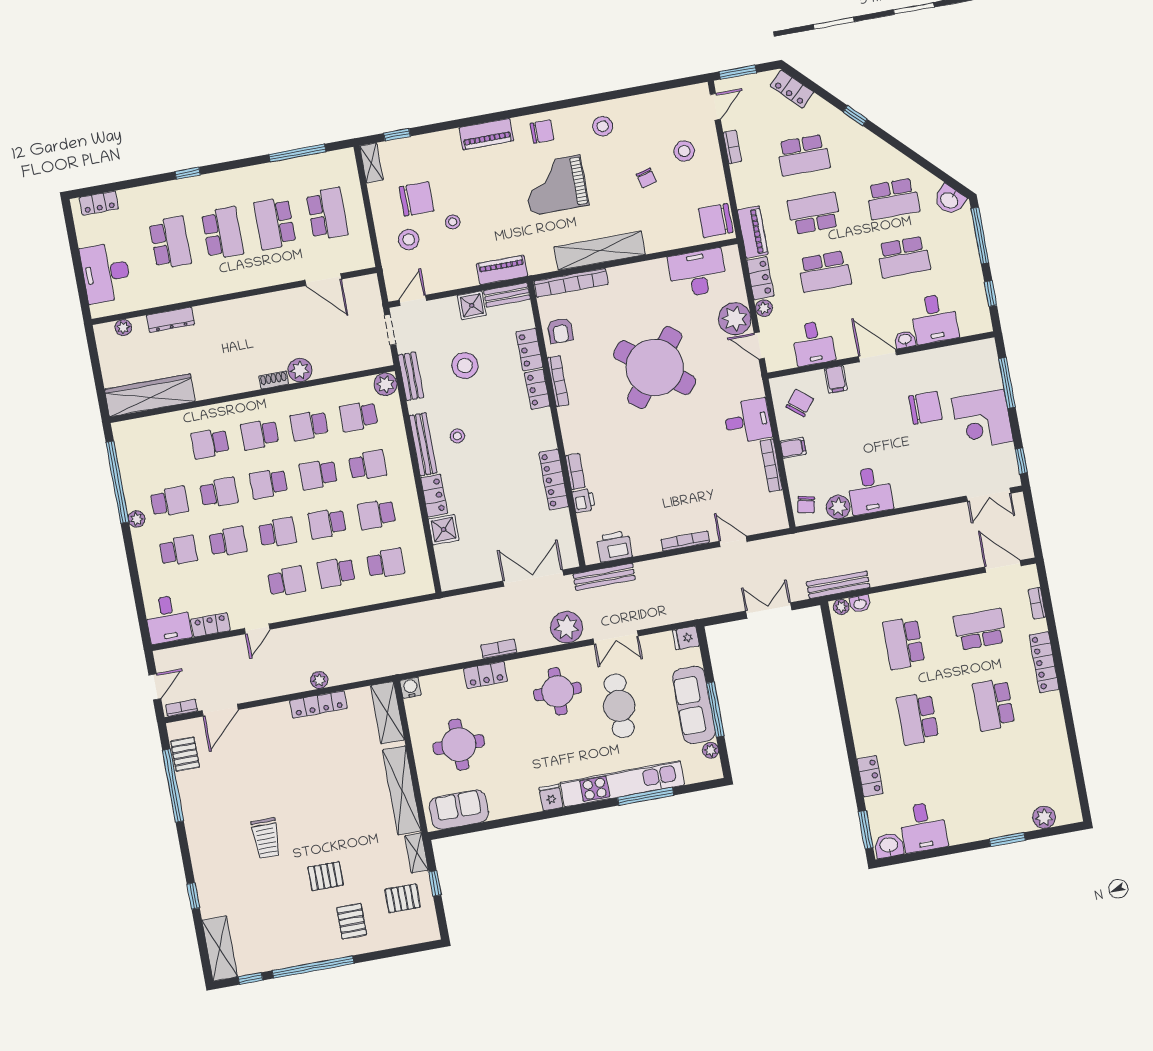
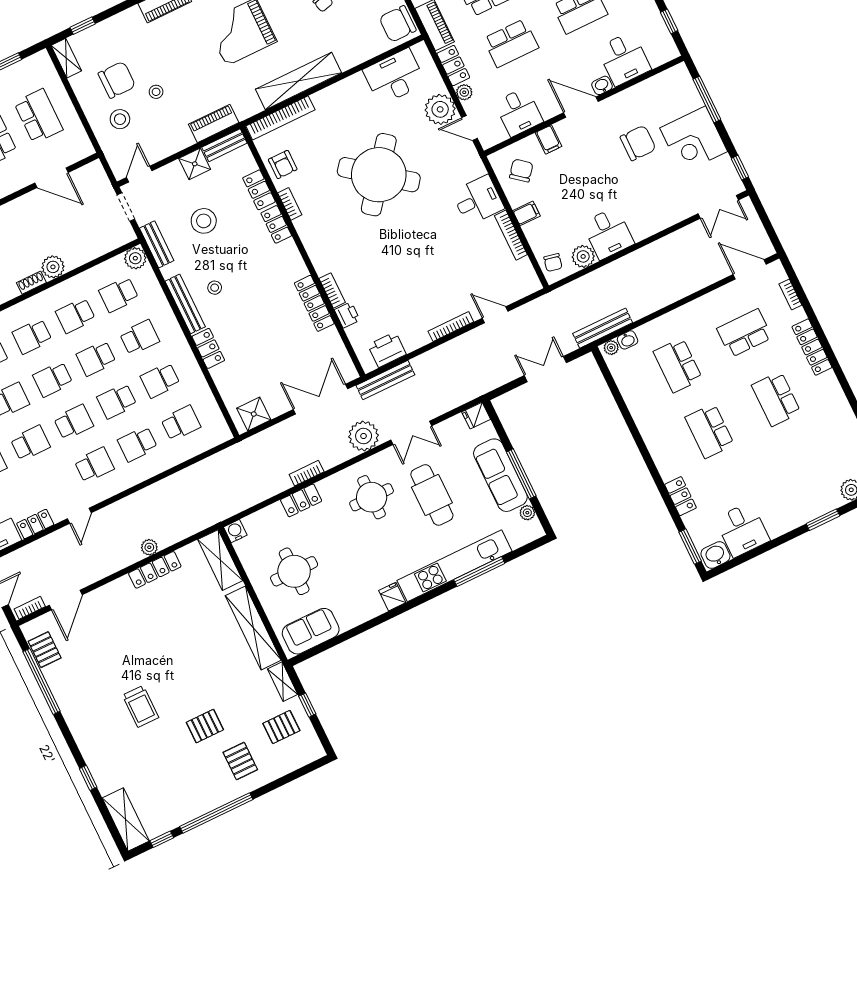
bookcase: (558, 381) -> (290, 204), width x0.64
shower: (444, 530) -> (254, 414), moved

